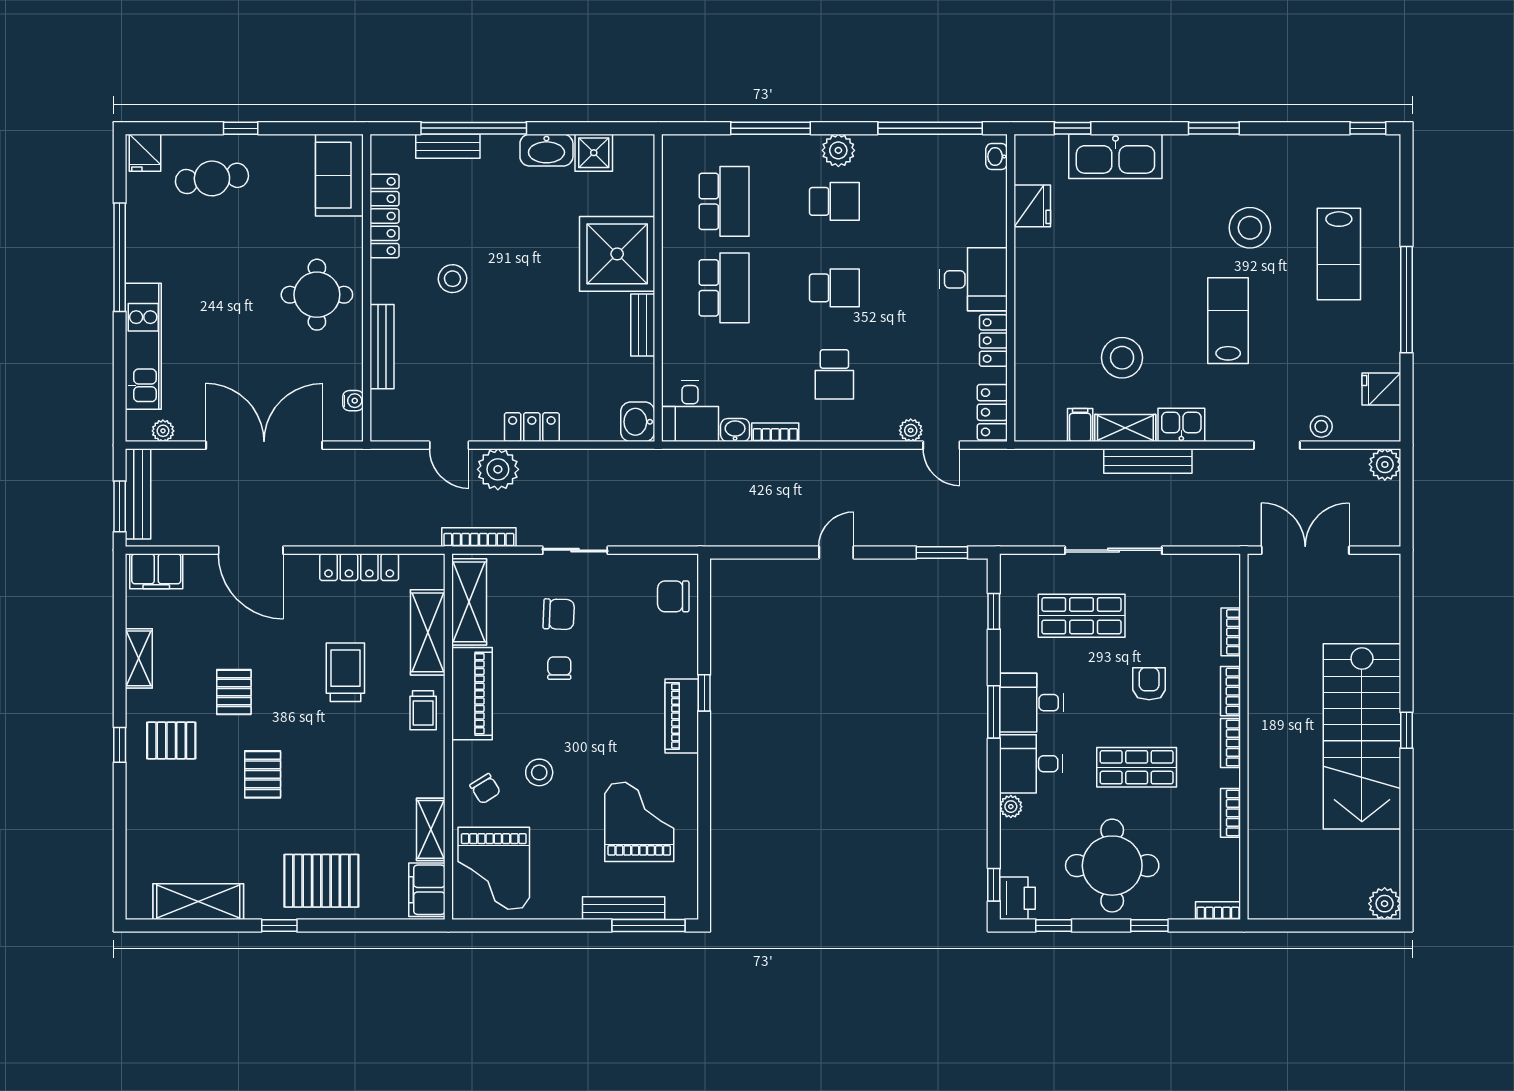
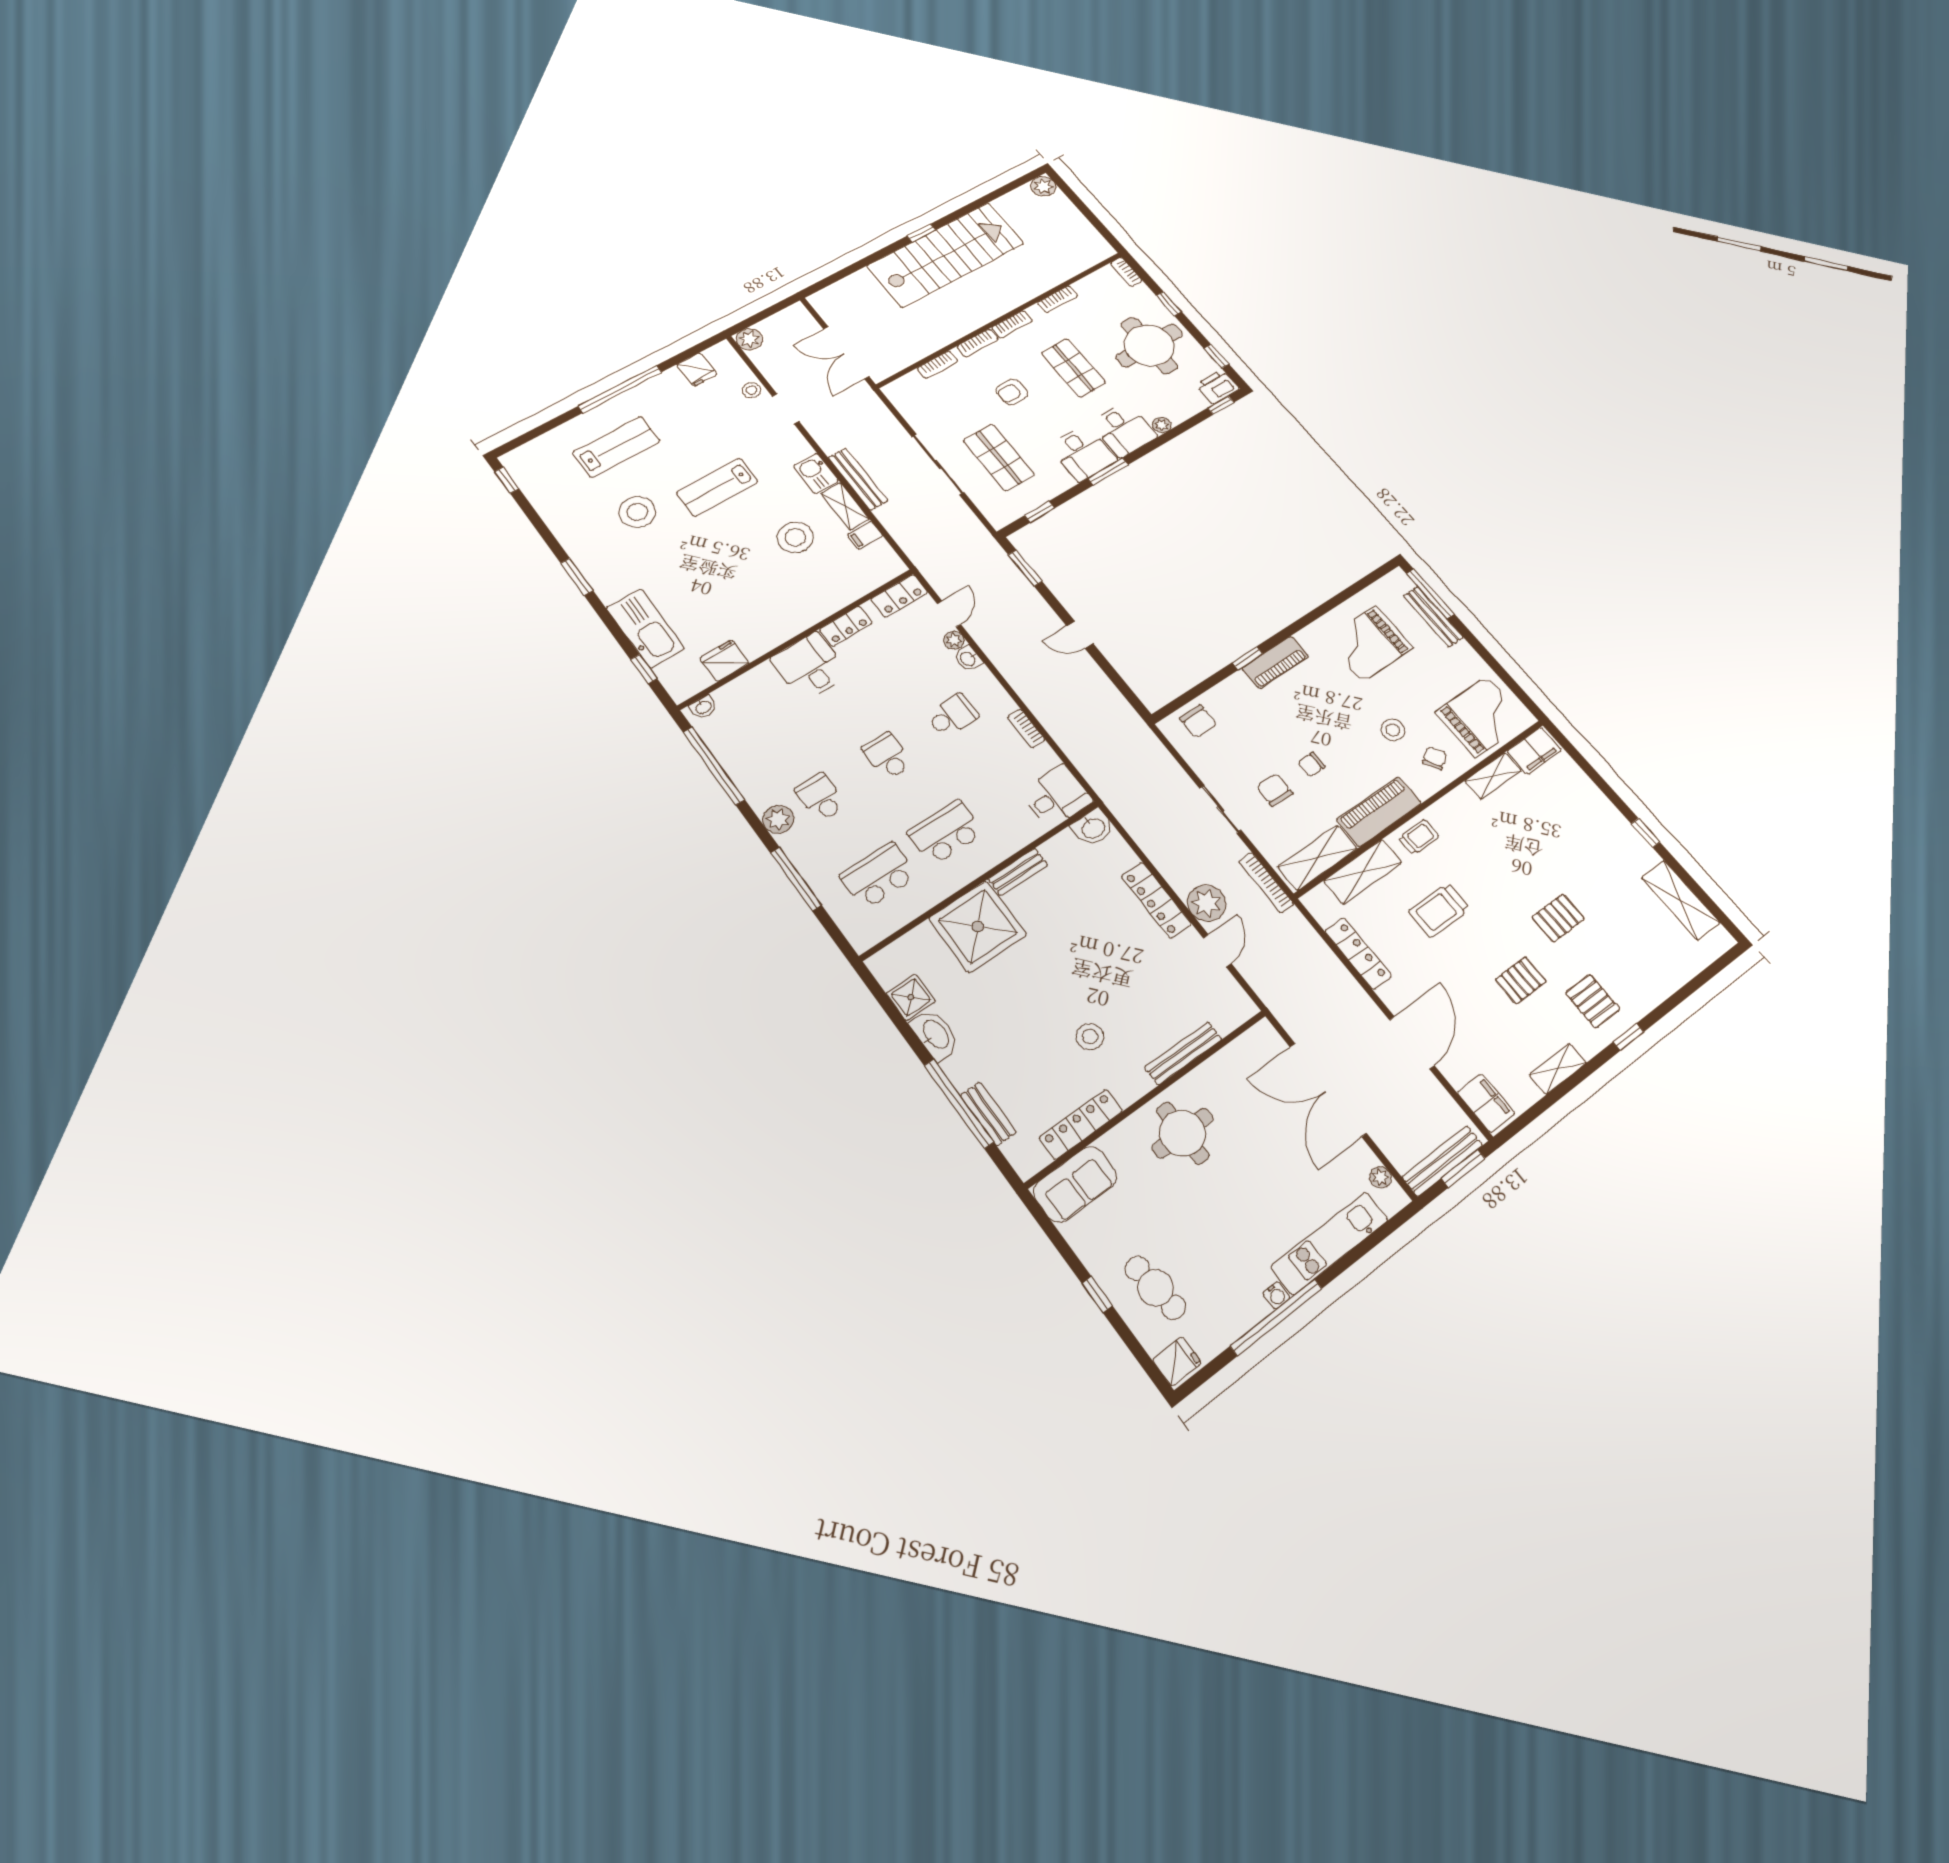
water cooler: (353, 401) -> (1276, 1295), moved, turned 180
locker: (532, 427) -> (1156, 900), width x1.53
washbasin: (735, 430) -> (968, 659), moved
pallet: (321, 881) -> (1591, 825), removed

